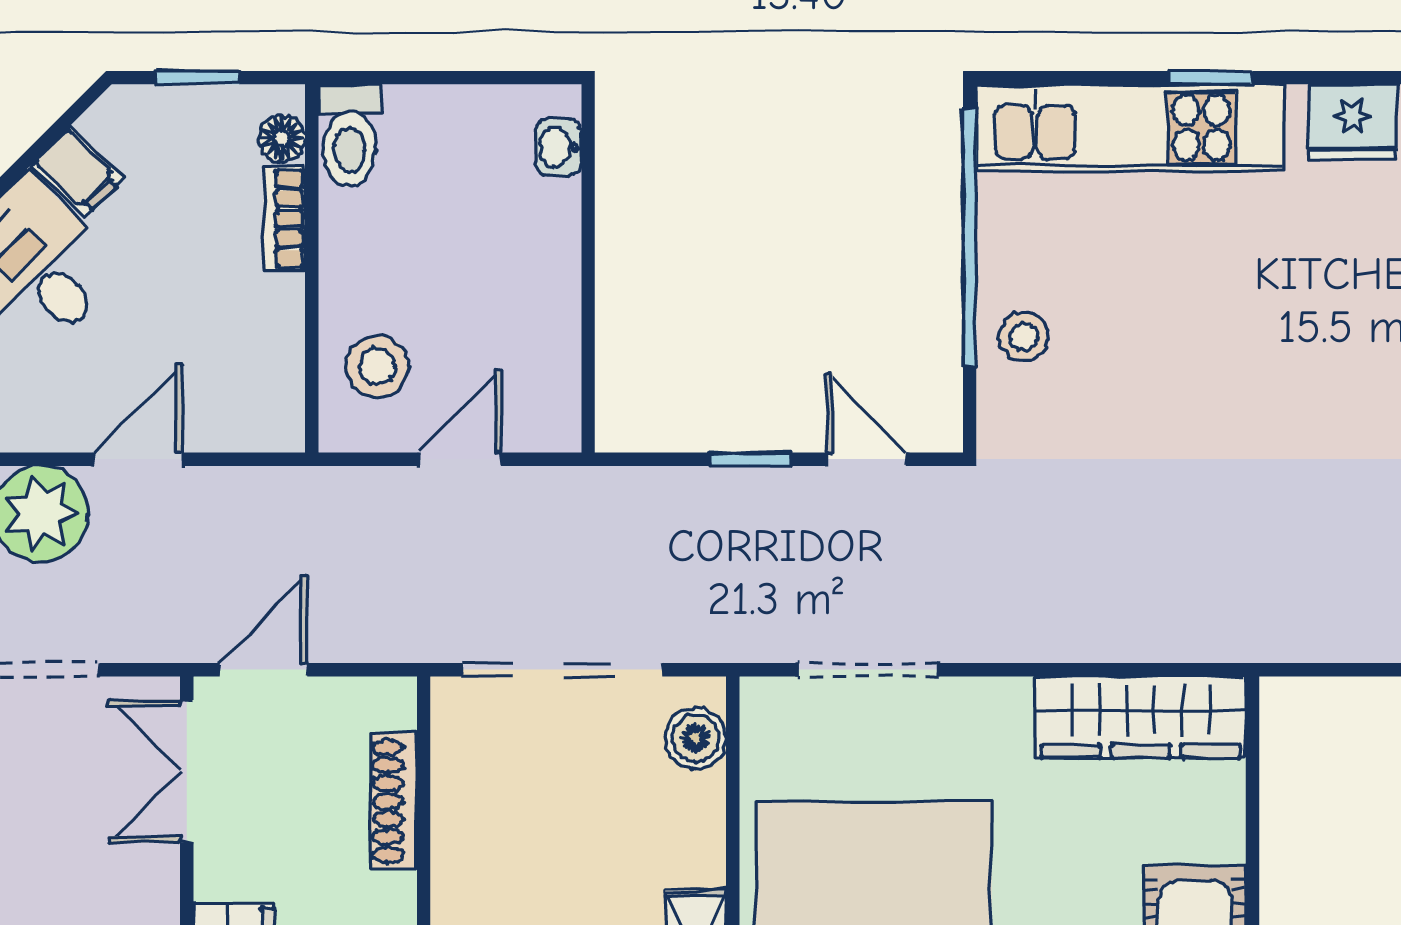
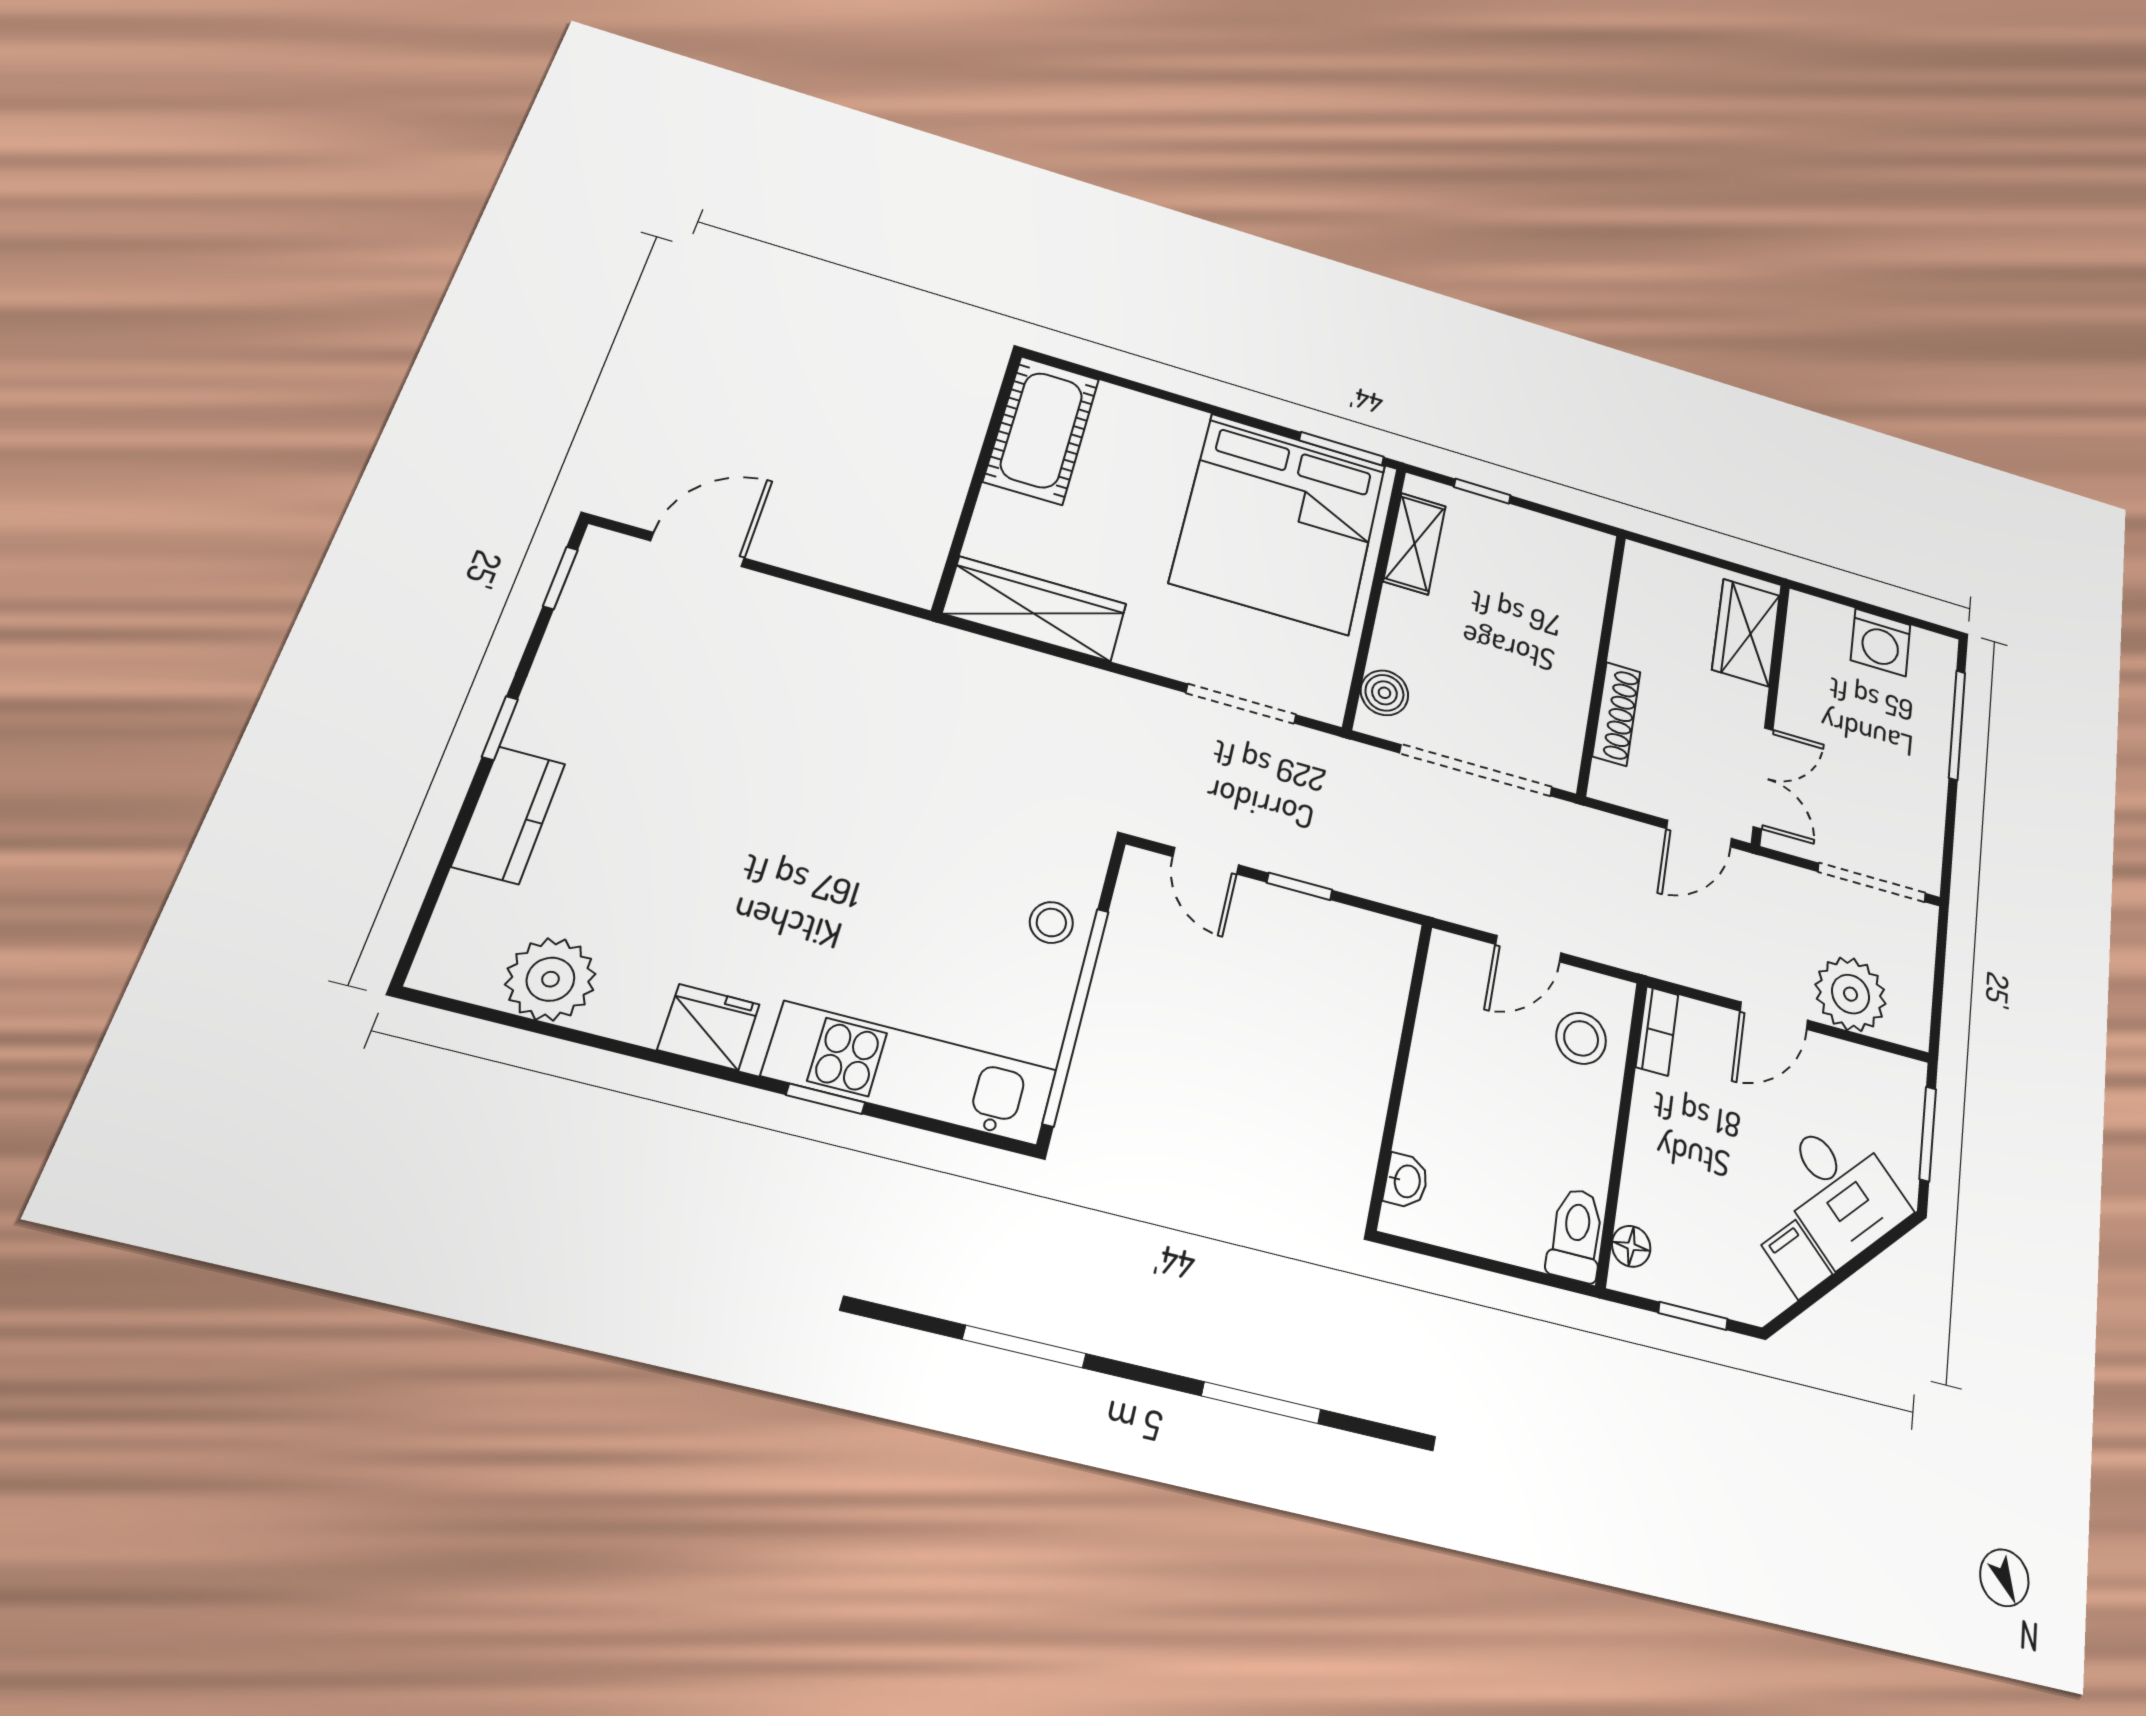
bookcase: (284, 219) -> (1657, 1031), moved

